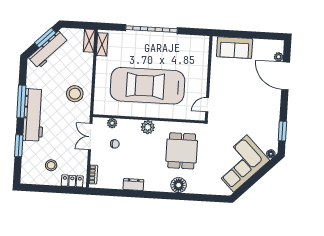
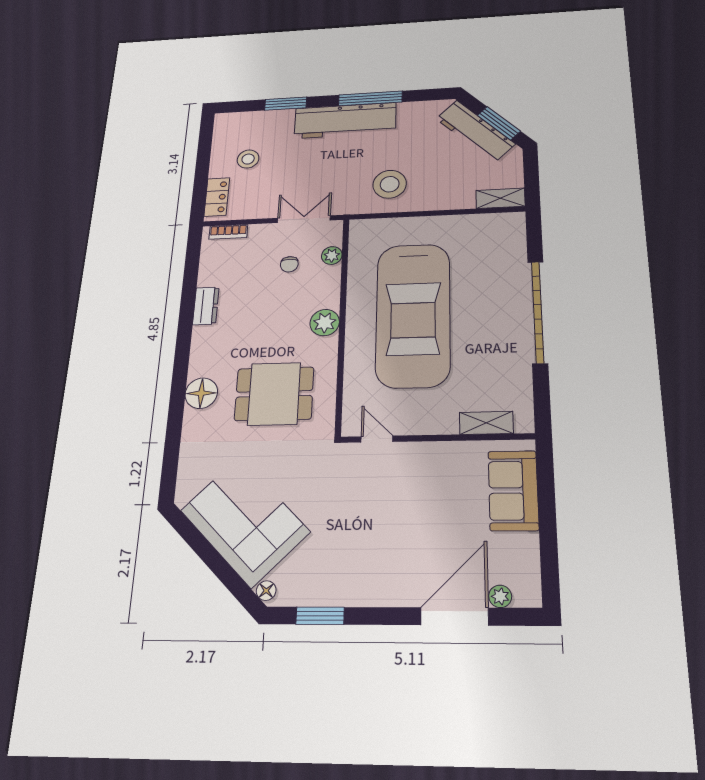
shelving: (102, 44) -> (486, 423), moved
car: (147, 86) -> (413, 314), turned 180

